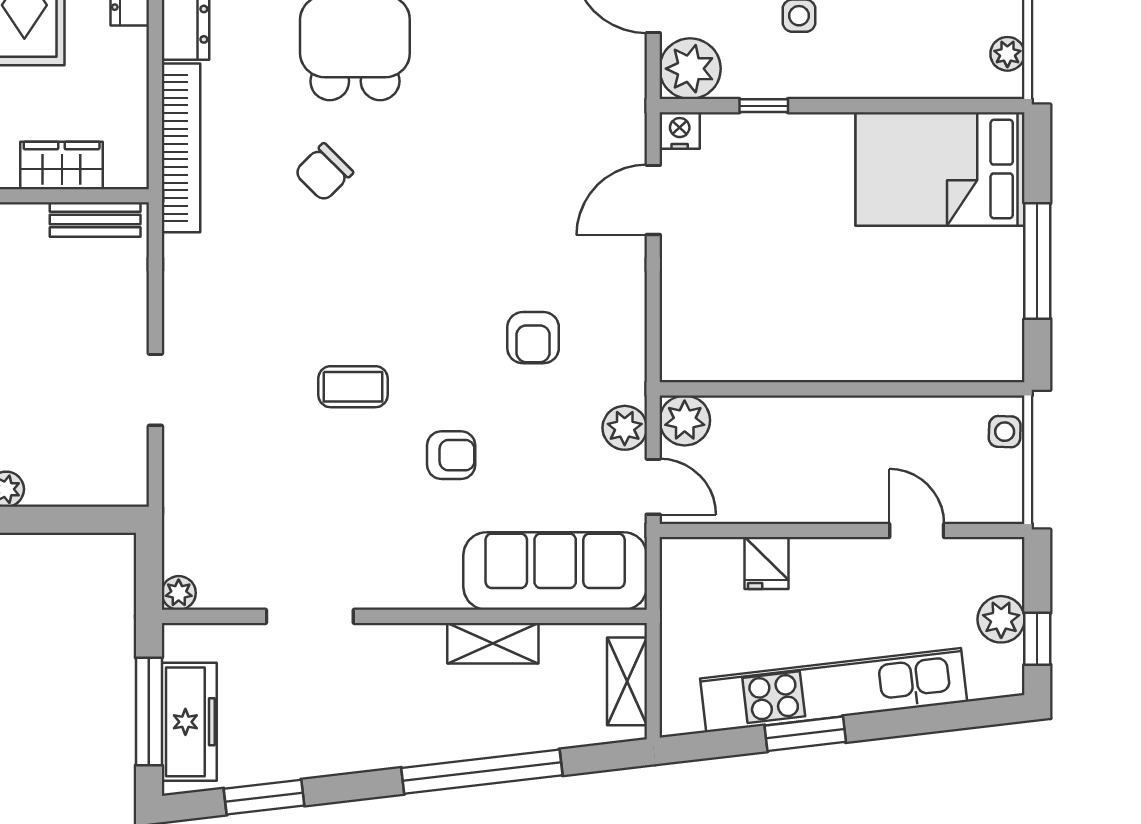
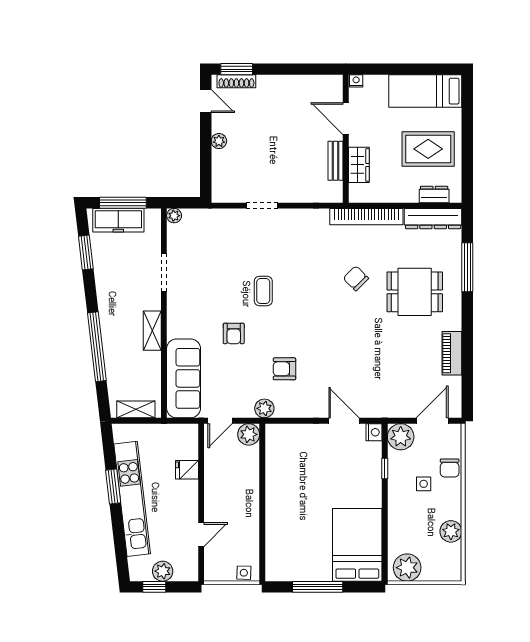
plant: (1007, 54) -> (407, 568), width x1.87, depth x1.87
bench: (95, 219) -> (336, 161), moved
plant: (625, 428) -> (264, 408), moved
shelving: (493, 643) -> (152, 331), moved

